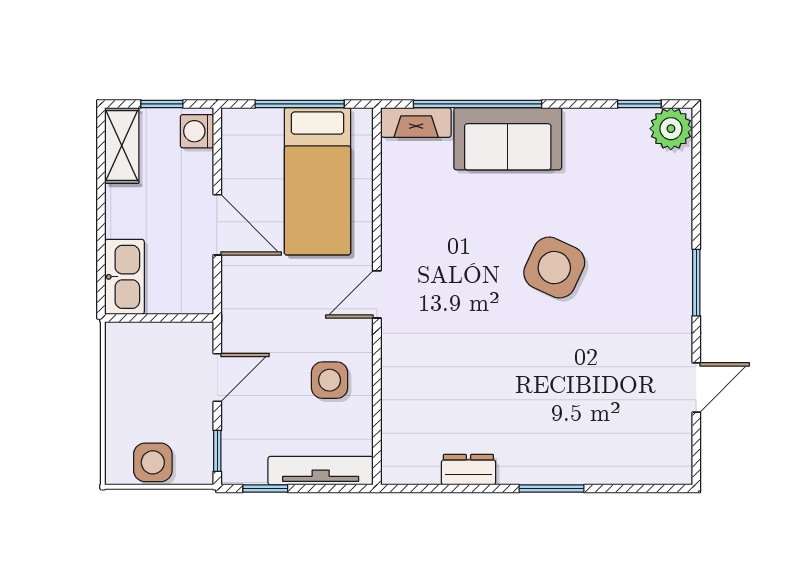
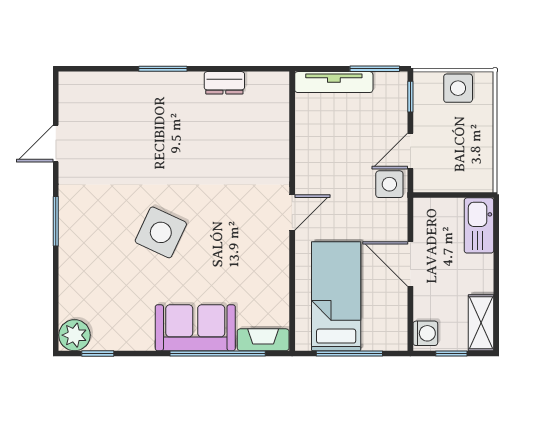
side table: (330, 380) -> (389, 184), moved
window: (265, 489) -> (375, 69), width x1.50

